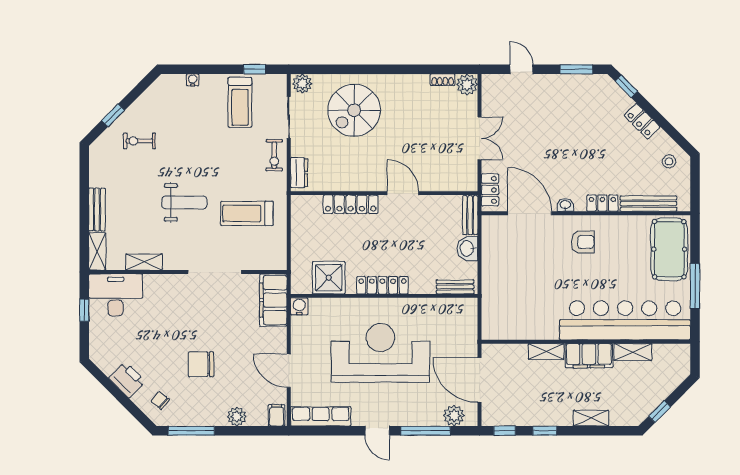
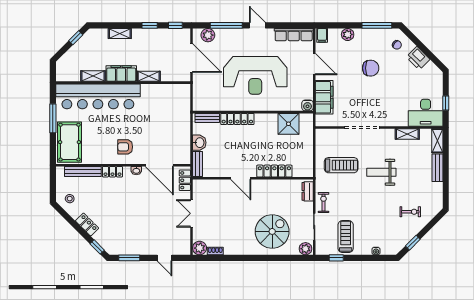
window: (113, 115) -> (413, 243), moved
locker: (382, 285) -> (237, 119), moved
filing cabinet: (273, 300) -> (324, 97), moved

